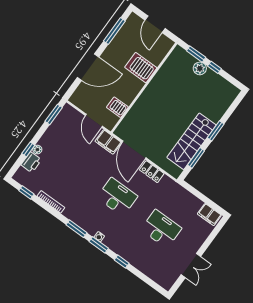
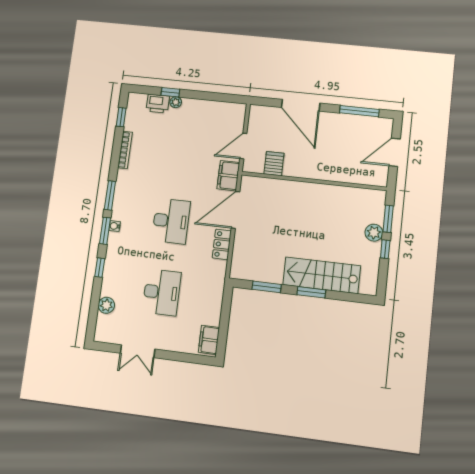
server rack: (141, 68) -> (335, 164), removed
window: (54, 114) -> (225, 98), removed
stairs: (191, 141) -> (322, 275), moved
plant: (149, 270) -> (106, 305), added

